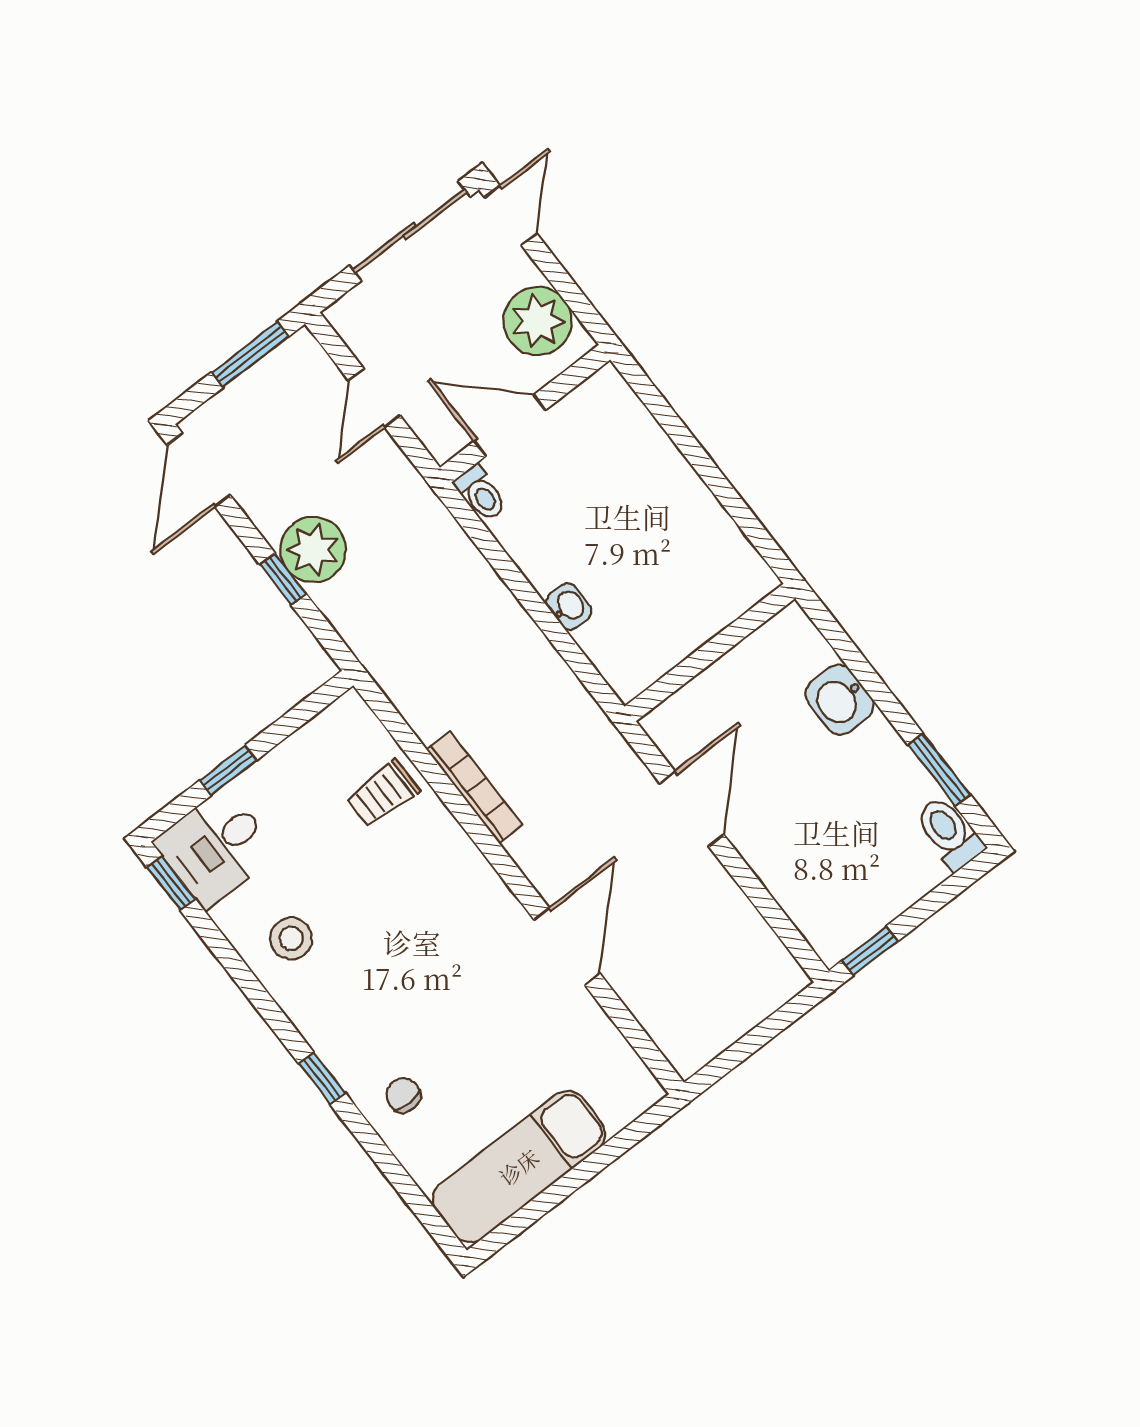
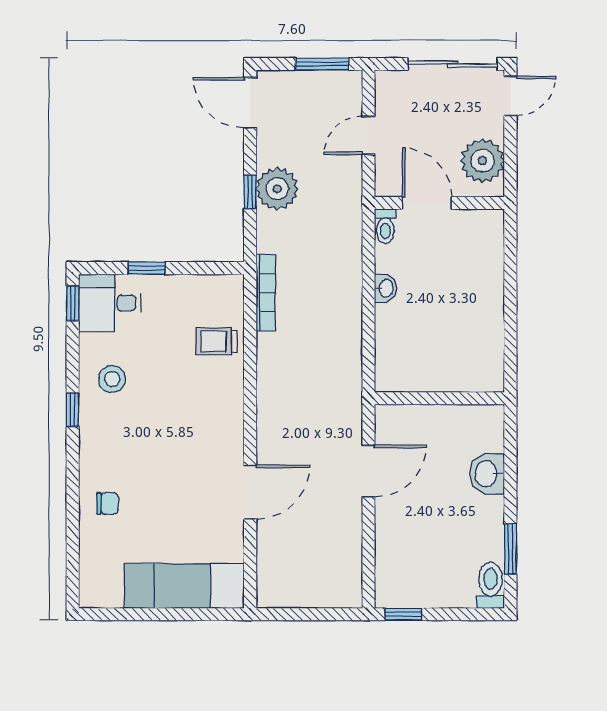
door: (199, 470) -> (250, 103), hinge flipped
washbasin: (569, 606) -> (385, 288), moved
bookcase: (474, 787) -> (266, 293), moved
window: (322, 1078) -> (73, 410), moved
chair: (403, 1095) -> (108, 504), turned 93
exam couch: (519, 1167) -> (184, 586), moved

